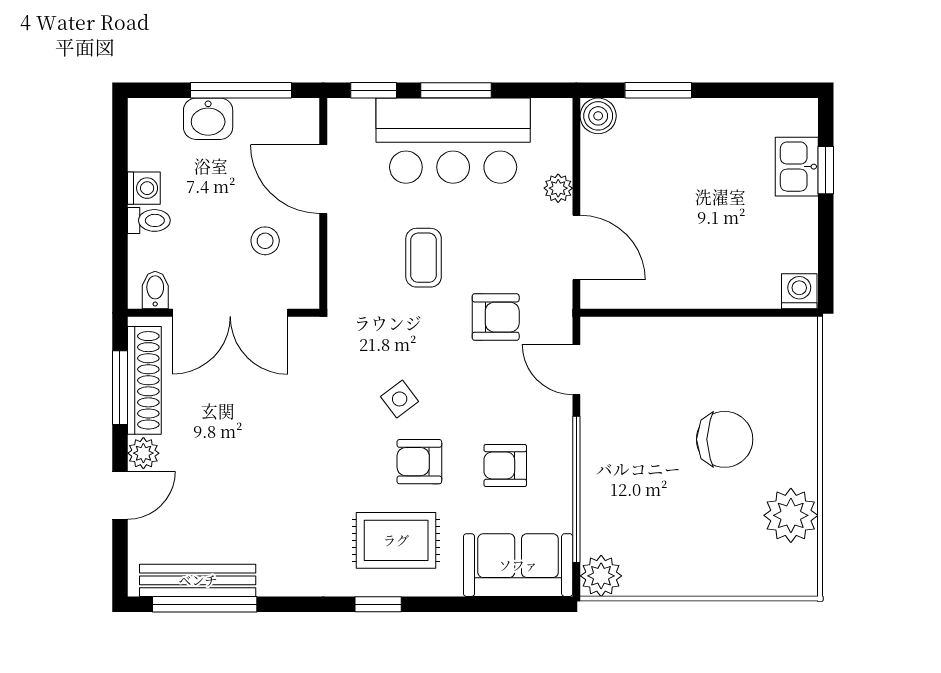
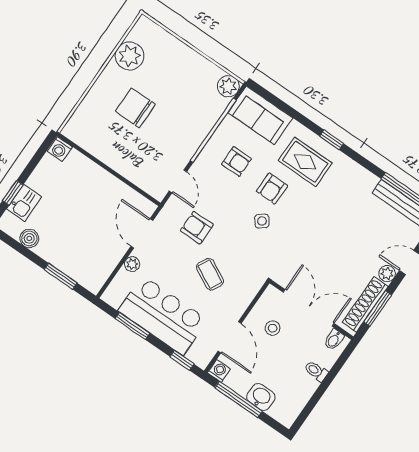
window: (456, 90) -> (132, 326), moved
boiler: (598, 116) -> (29, 238), moved
washing machine: (144, 188) -> (219, 371), moved, turned 90
coffee table: (424, 258) -> (210, 274), turned -63
armchair: (419, 462) -> (272, 189), turned 90

